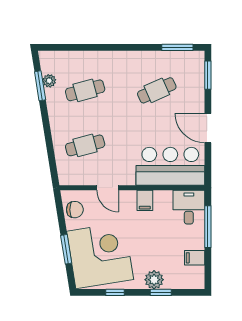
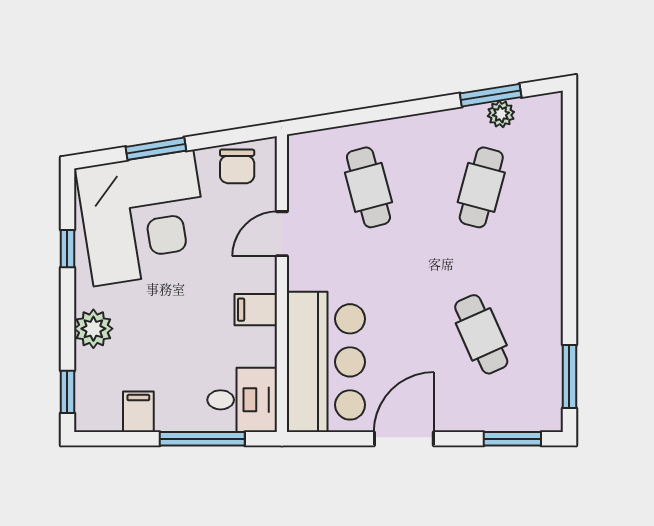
cafe table: (85, 90) -> (481, 187), turned 30
window: (161, 292) -> (67, 392), moved

